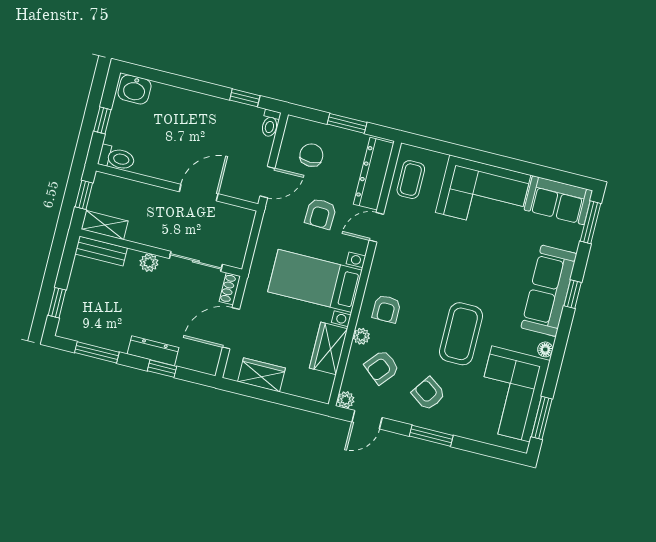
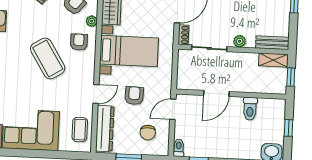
toilet: (117, 158) -> (250, 109), moved, turned -90
coffee table: (461, 334) -> (48, 58), moved, turned -32

